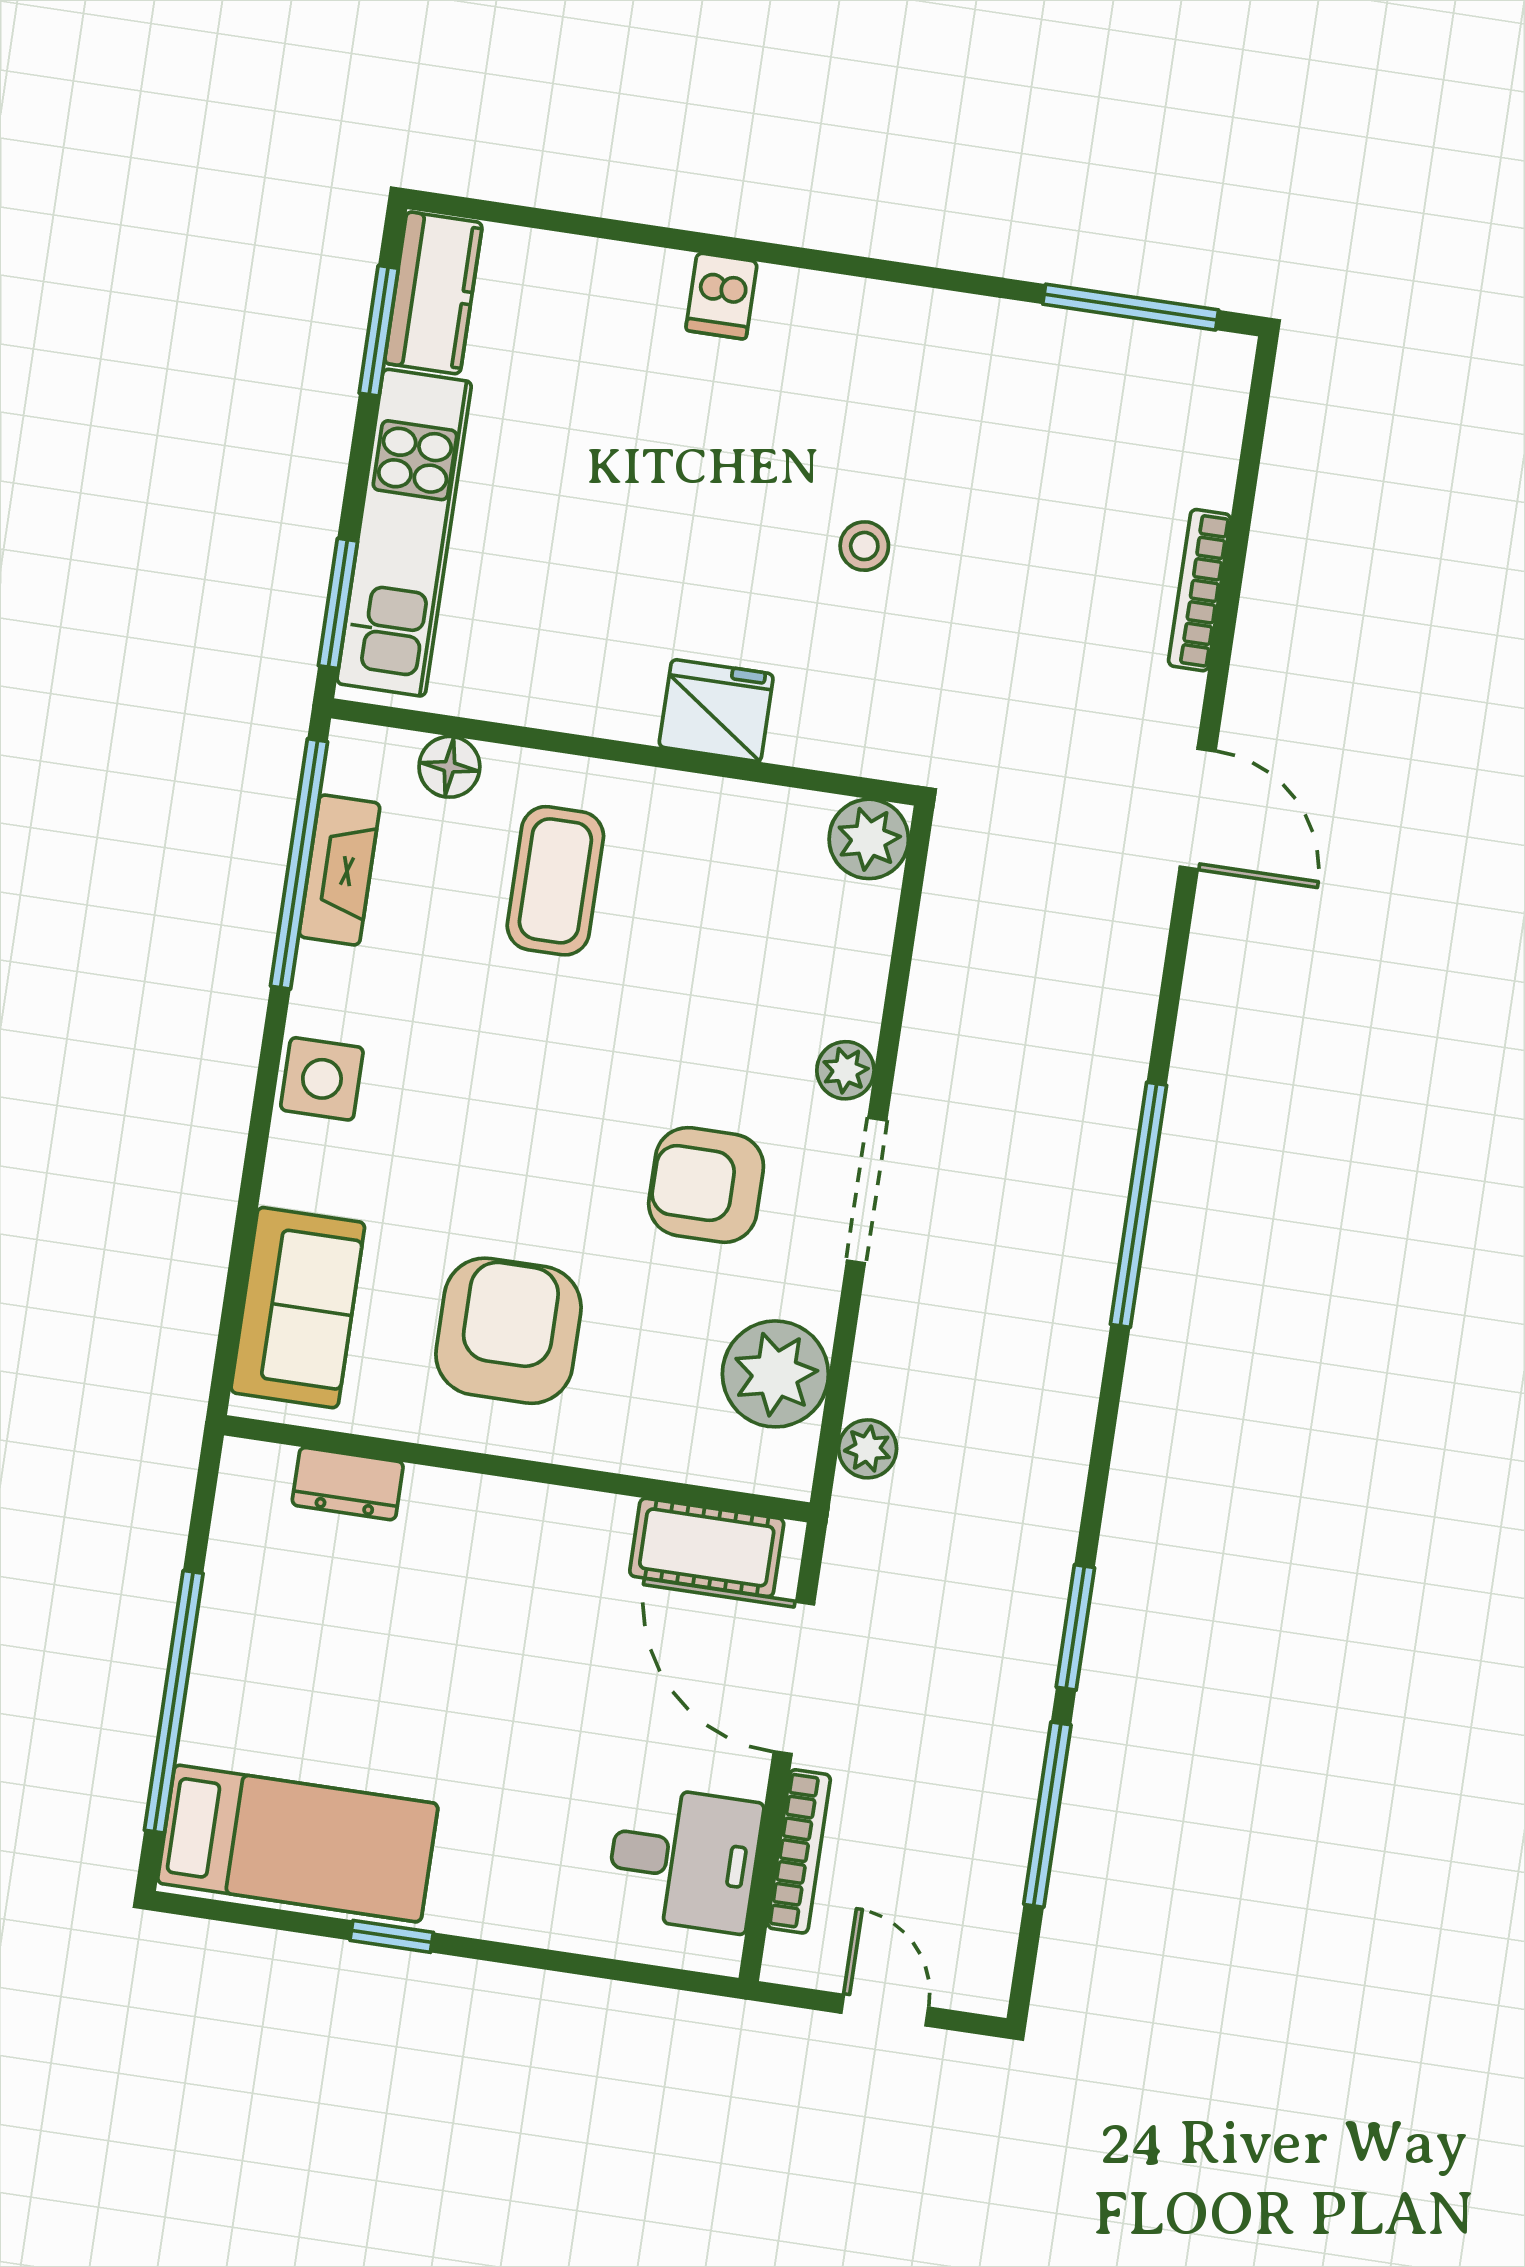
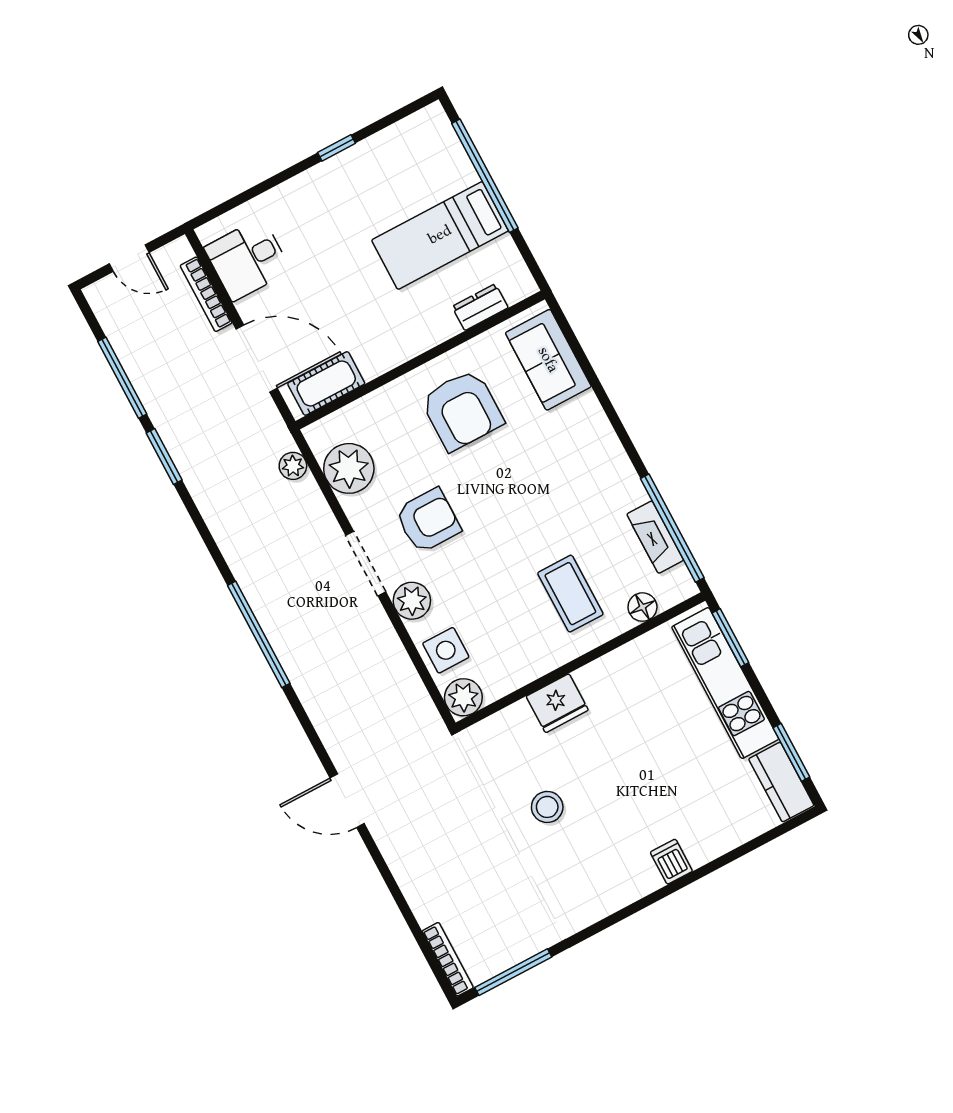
stool: (864, 546) -> (547, 807), width x1.37, depth x1.37
bookcase: (1200, 590) -> (448, 959), moved
plant: (845, 1070) -> (412, 601), width x1.38, depth x1.38
side table: (322, 1079) -> (446, 650), moved
bed: (298, 1843) -> (440, 235), moved

